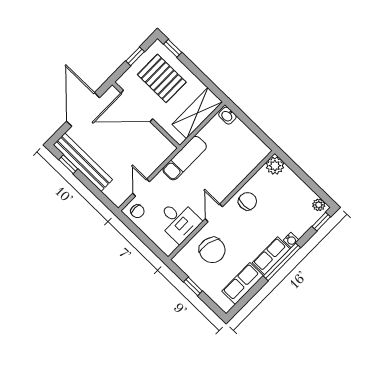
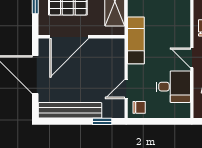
window: (68, 164) -> (102, 121), moved
door: (141, 188) -> (126, 89), hinge flipped

